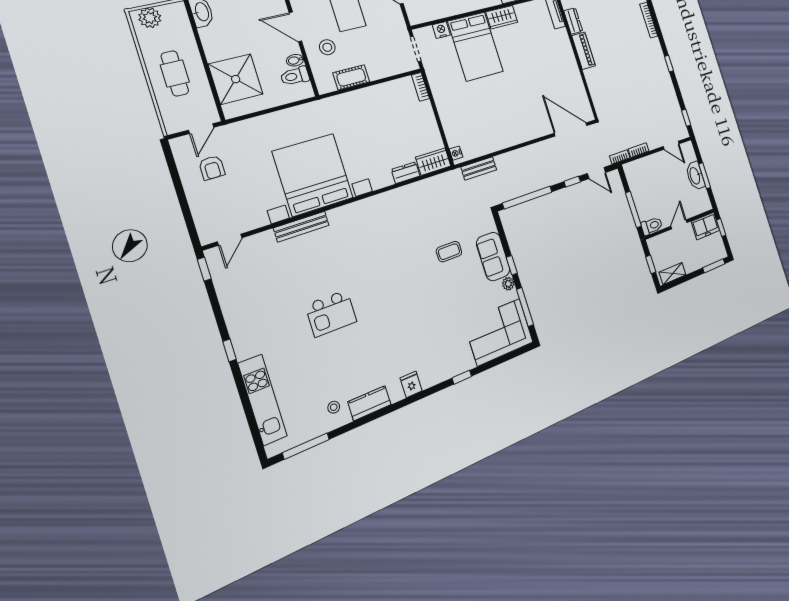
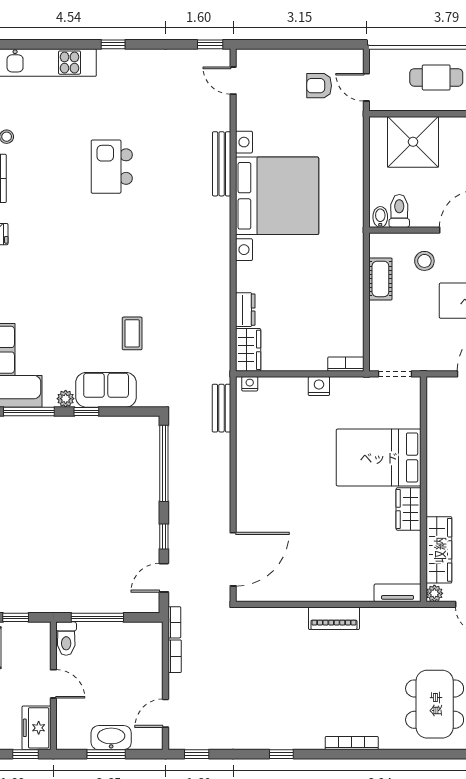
dresser: (573, 21) -> (379, 617), removed
nightstand: (441, 30) -> (319, 386), moved, turned -90
bidet: (295, 60) -> (380, 217), moved

